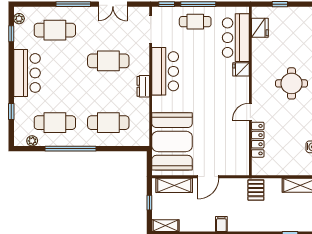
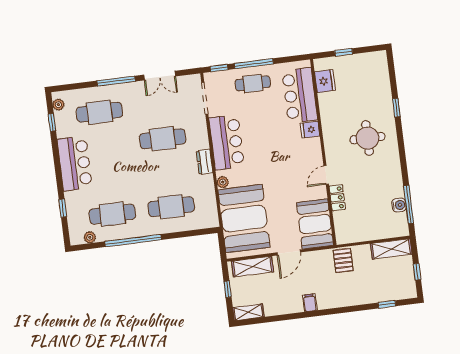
plant: (157, 106) -> (223, 182), added
locker: (258, 140) -> (337, 198), width x0.66
booth: (235, 154) -> (315, 224), added

